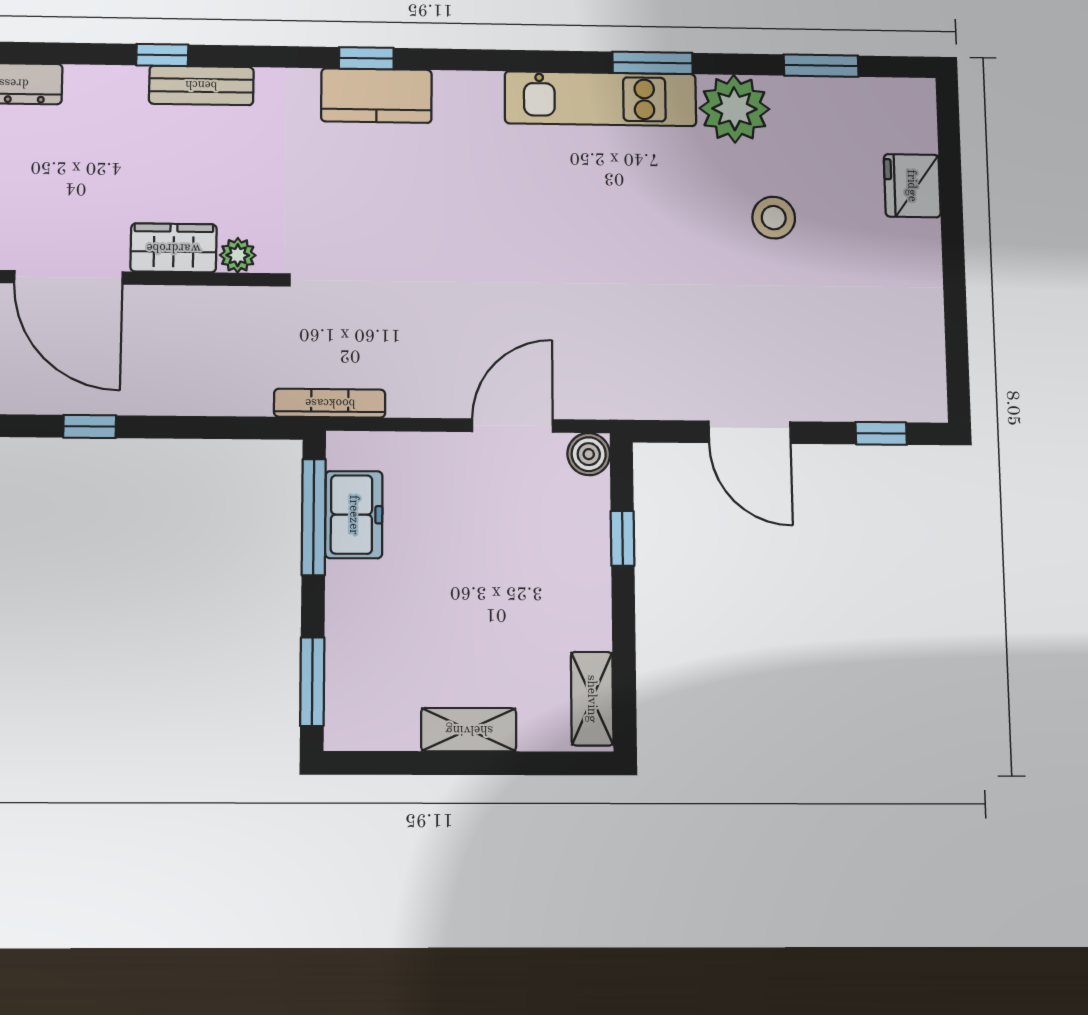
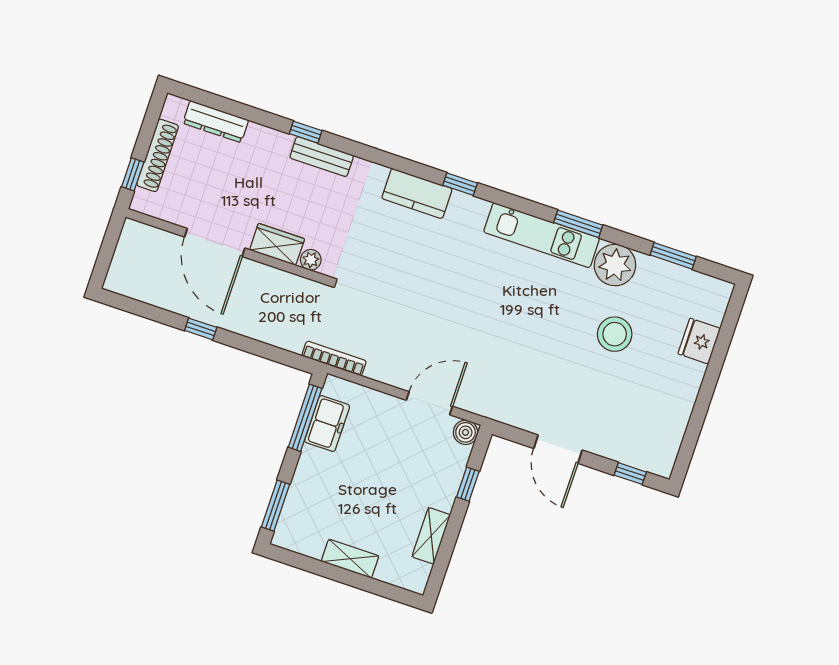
window: (366, 58) -> (460, 184), moved
stool: (774, 218) -> (615, 334), width x1.38, depth x1.38
shelving: (592, 699) -> (431, 536), moved

